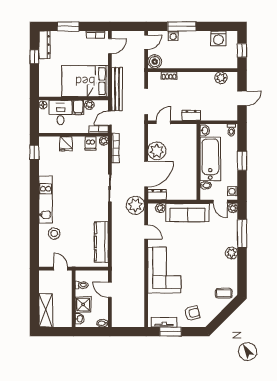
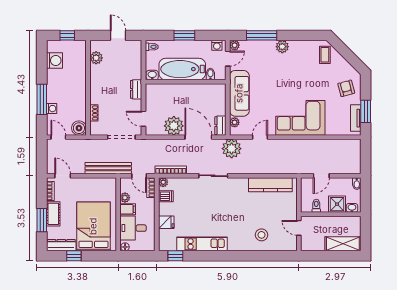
cot: (74, 37) -> (53, 214), added
bed: (85, 81) -> (93, 226), moved, turned 180
kitchen unit: (46, 200) -> (202, 244), moved
door: (61, 269) -> (299, 228), hinge flipped

